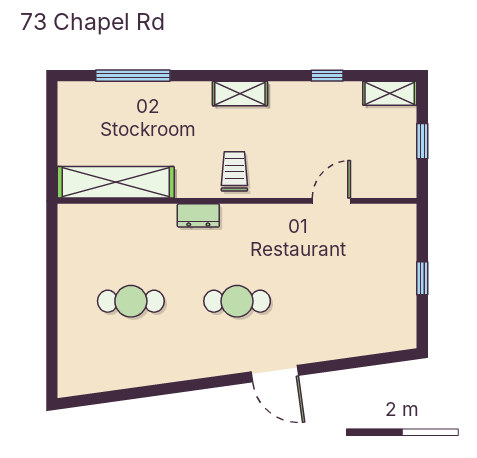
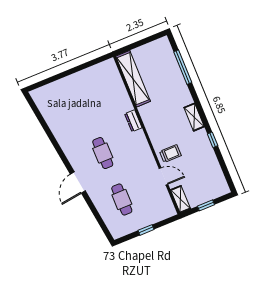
window: (327, 76) -> (213, 140), moved
shelving: (390, 93) -> (181, 199), moved
trolley: (234, 171) -> (170, 154), moved
cafe table: (131, 301) -> (122, 199), moved

